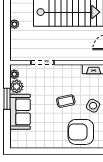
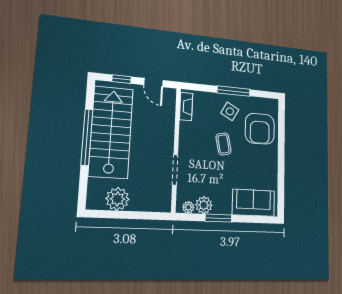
plant: (14, 24) -> (117, 199), width x1.87, depth x1.87
sofa: (20, 112) -> (254, 203), moved

